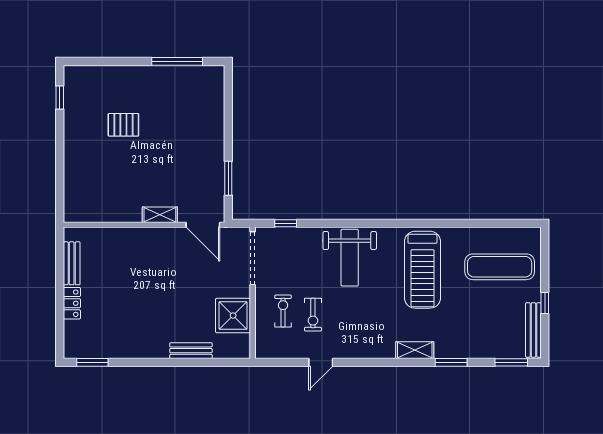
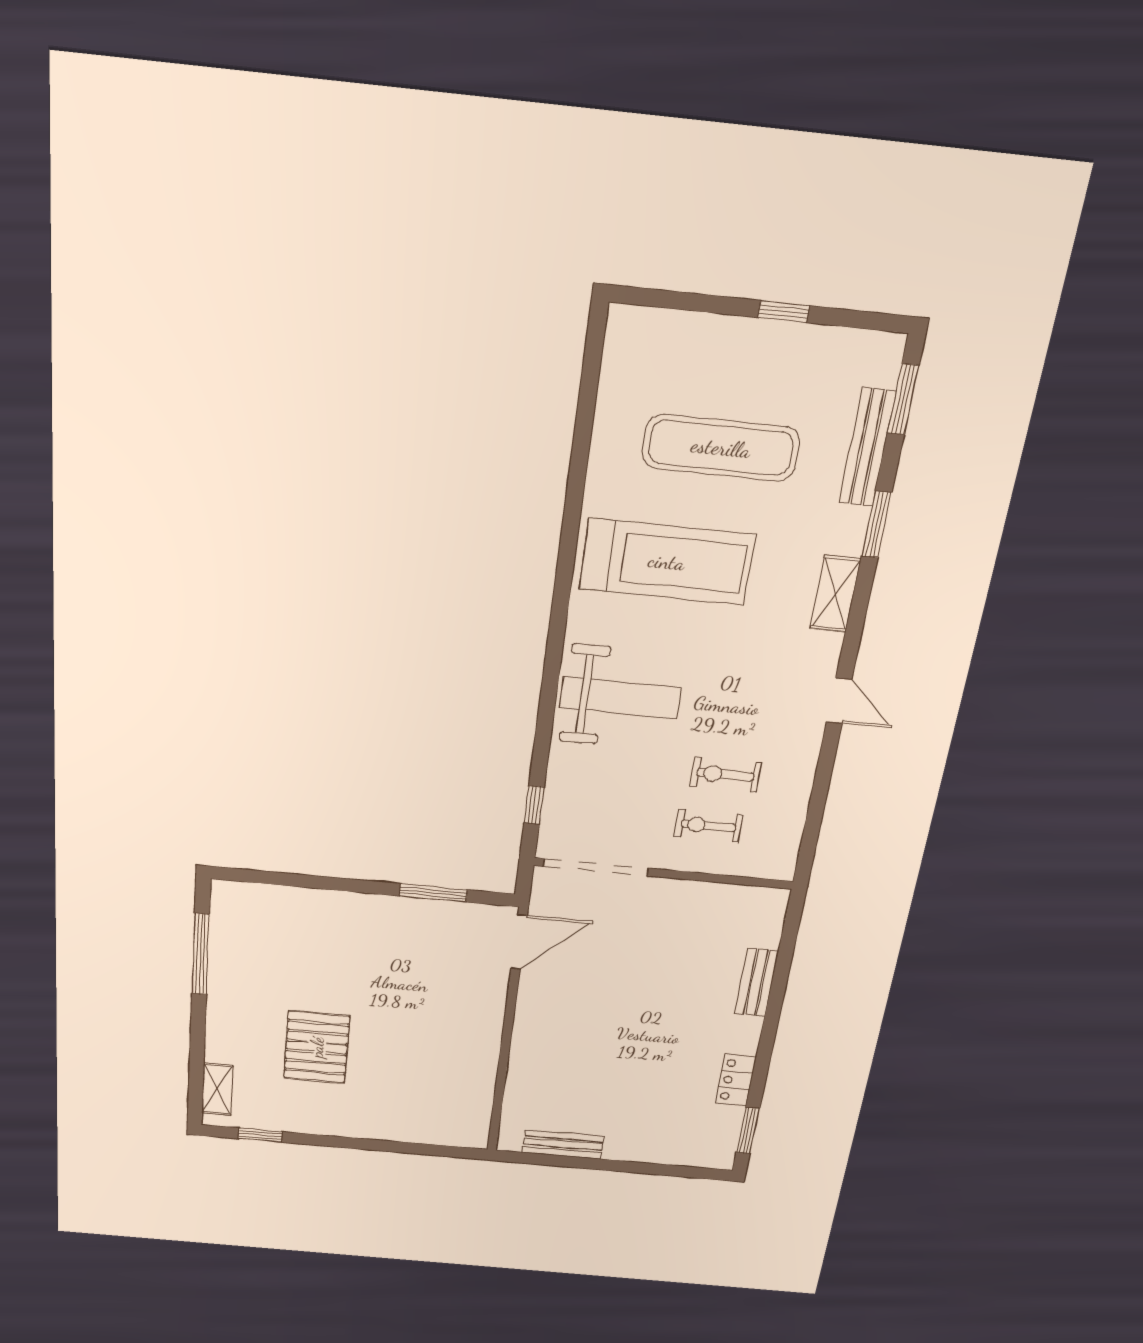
pallet: (123, 125) -> (317, 1047), width x1.50, depth x1.42
shelving: (160, 215) -> (217, 1089), moved
exercise mat: (500, 267) -> (721, 448), moved, turned 90
locker: (72, 303) -> (736, 1080), moved, turned -90
exercise bike: (313, 315) -> (725, 775), turned 180
shower: (233, 316) -> (702, 910), removed
bench: (533, 330) -> (867, 447), moved, turned 90
door: (321, 362) -> (839, 701), moved

